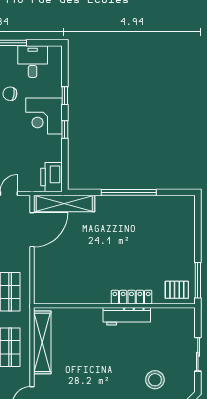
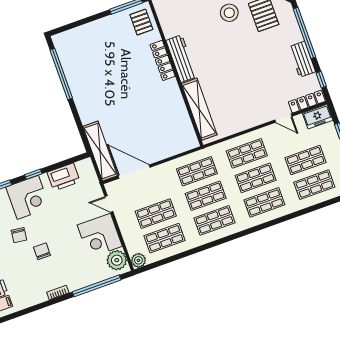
printer: (52, 177) -> (64, 177), moved
window: (129, 192) -> (61, 74), moved
shelving: (42, 342) -> (199, 109), moved, turned 90

